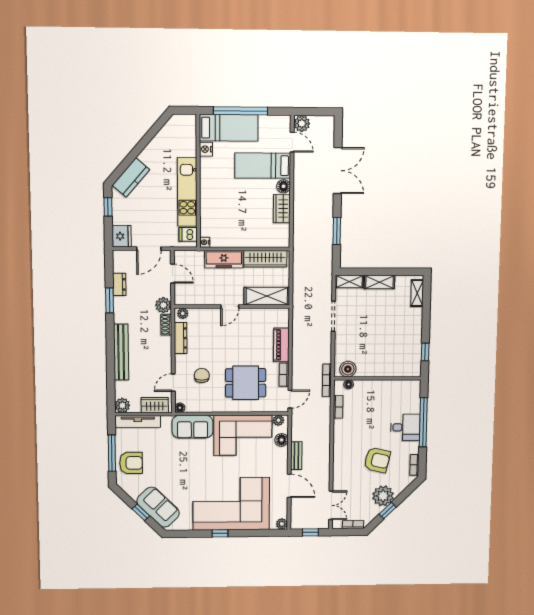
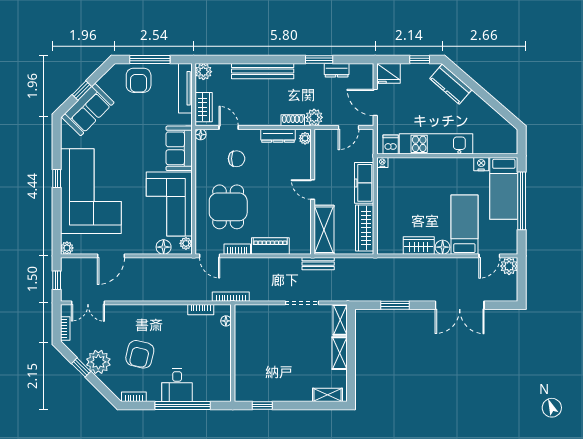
boiler: (348, 369) -> (243, 320), removed
bench: (296, 456) -> (318, 264), moved

